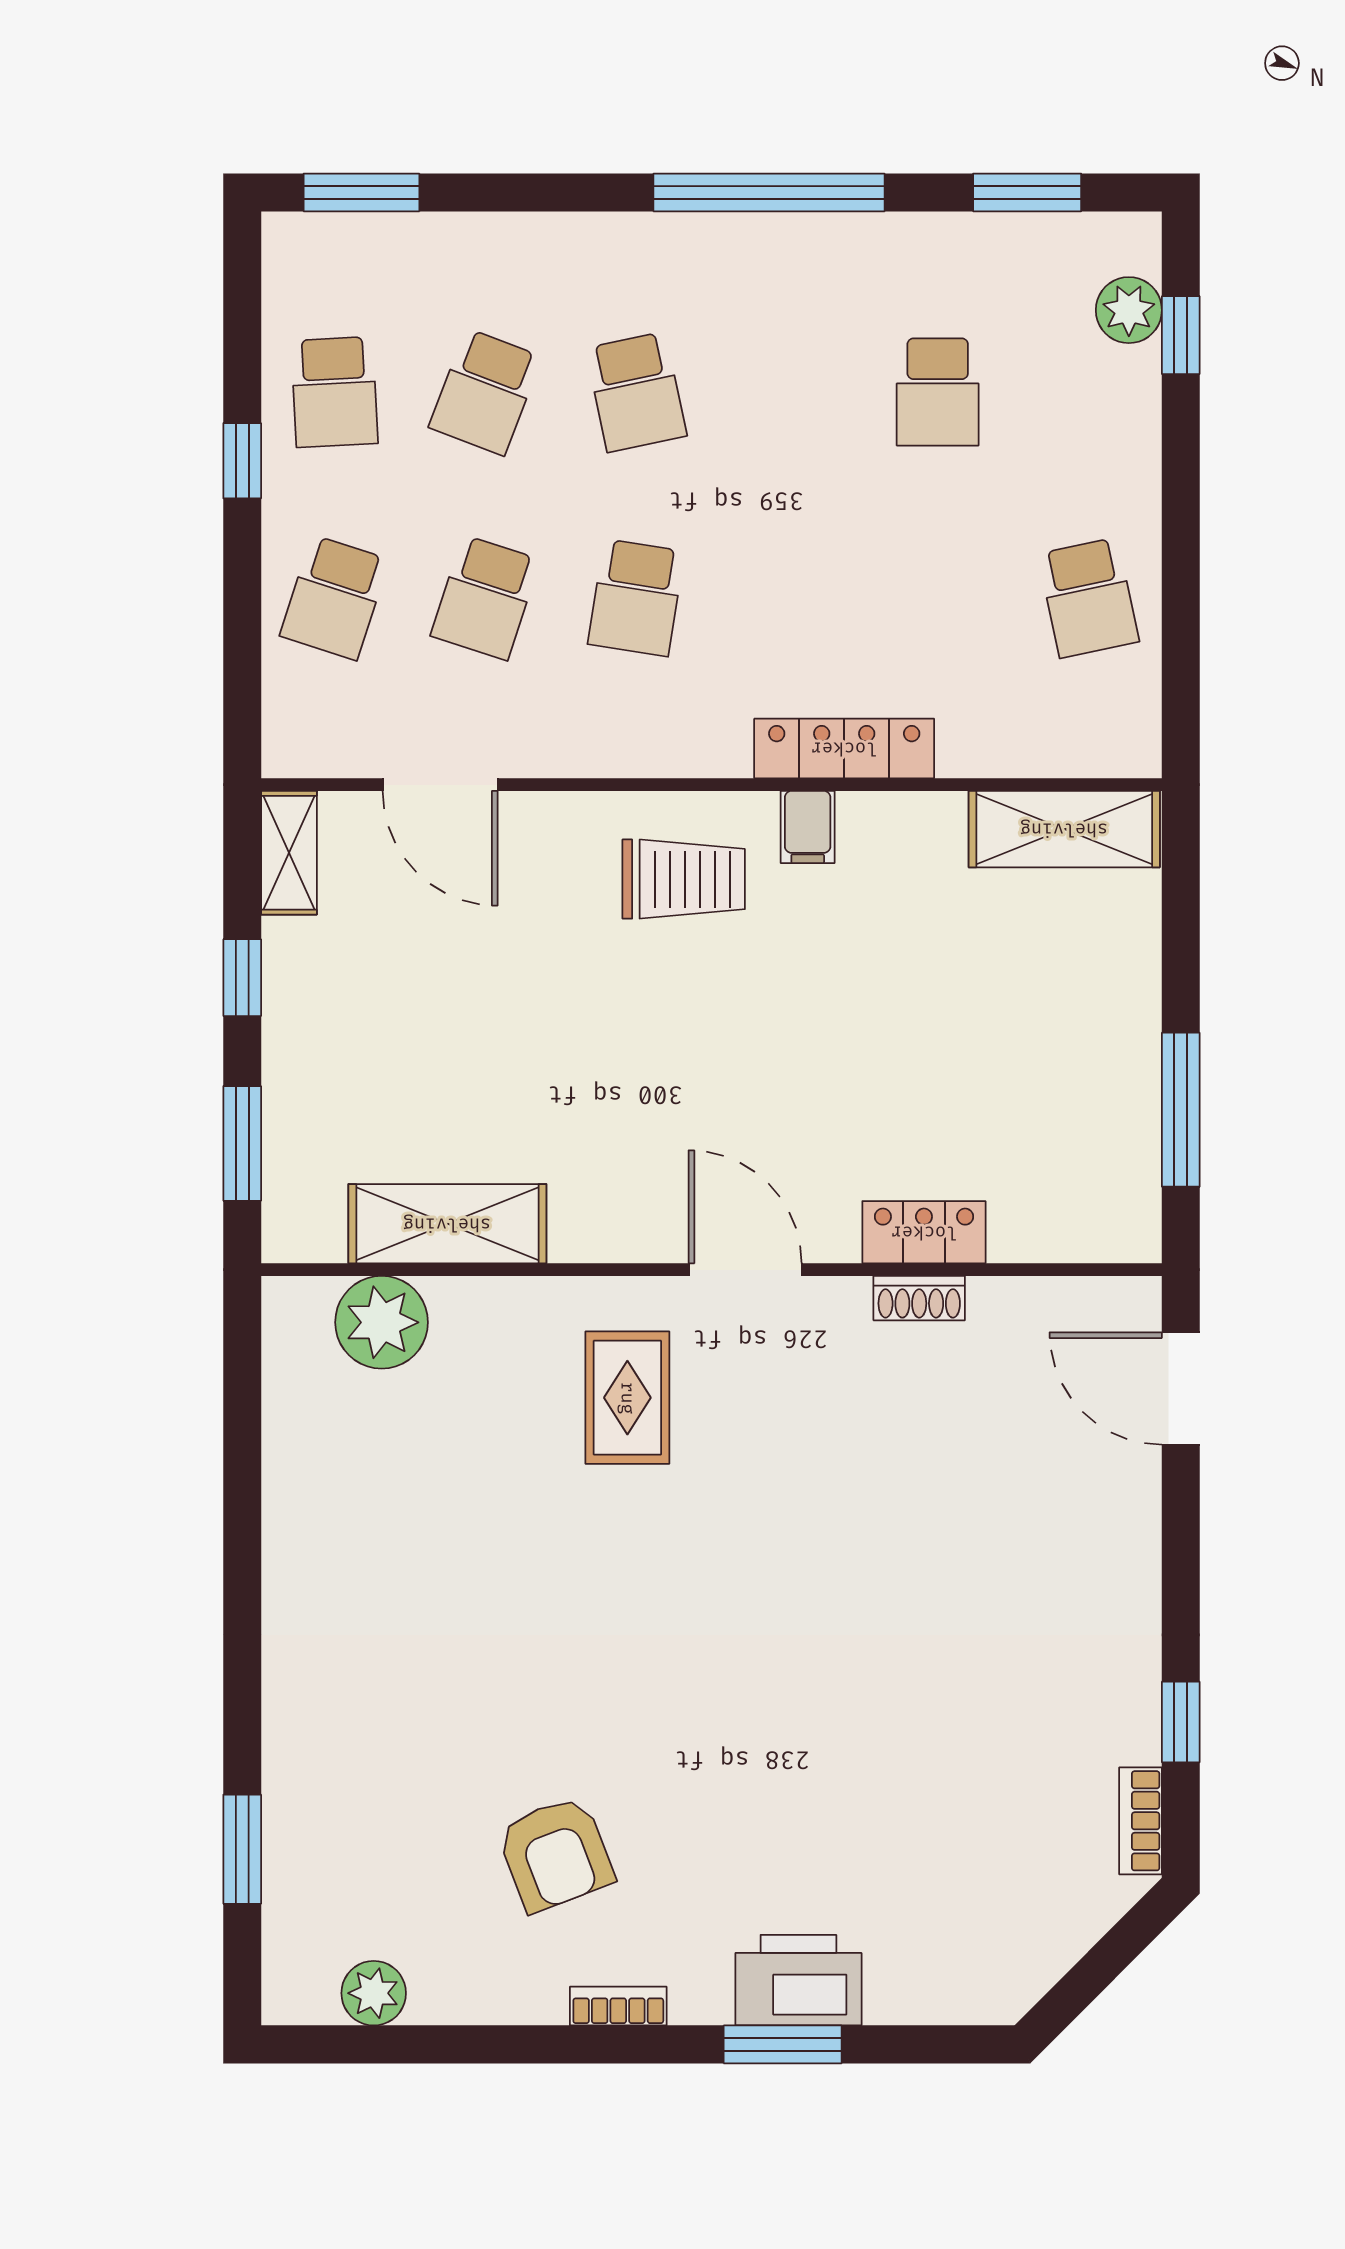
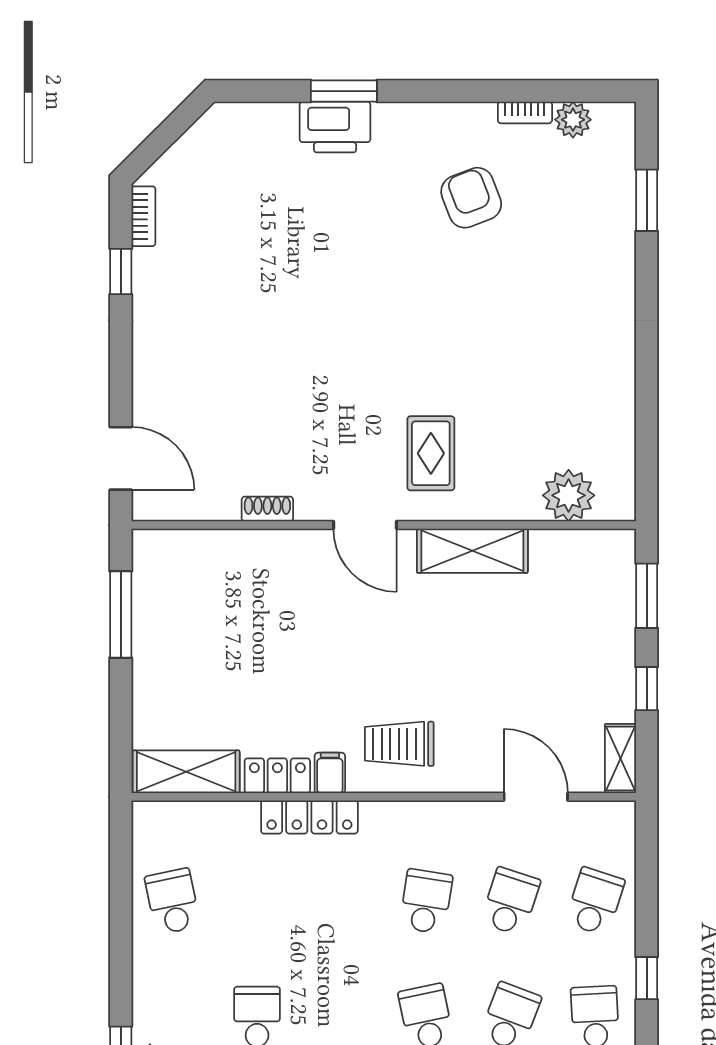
shelving: (447, 1224) -> (472, 551), moved
locker: (924, 1232) -> (277, 776), moved, turned 180
bookcase: (618, 2006) -> (525, 112), moved

